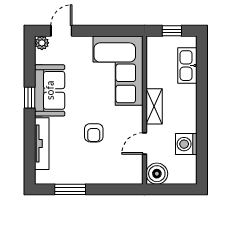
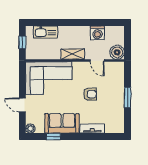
door: (61, 31) -> (22, 105), moved
window: (30, 98) -> (54, 137), moved
tv unit: (42, 144) -> (92, 129), width x0.71
window: (70, 189) -> (128, 97), moved

